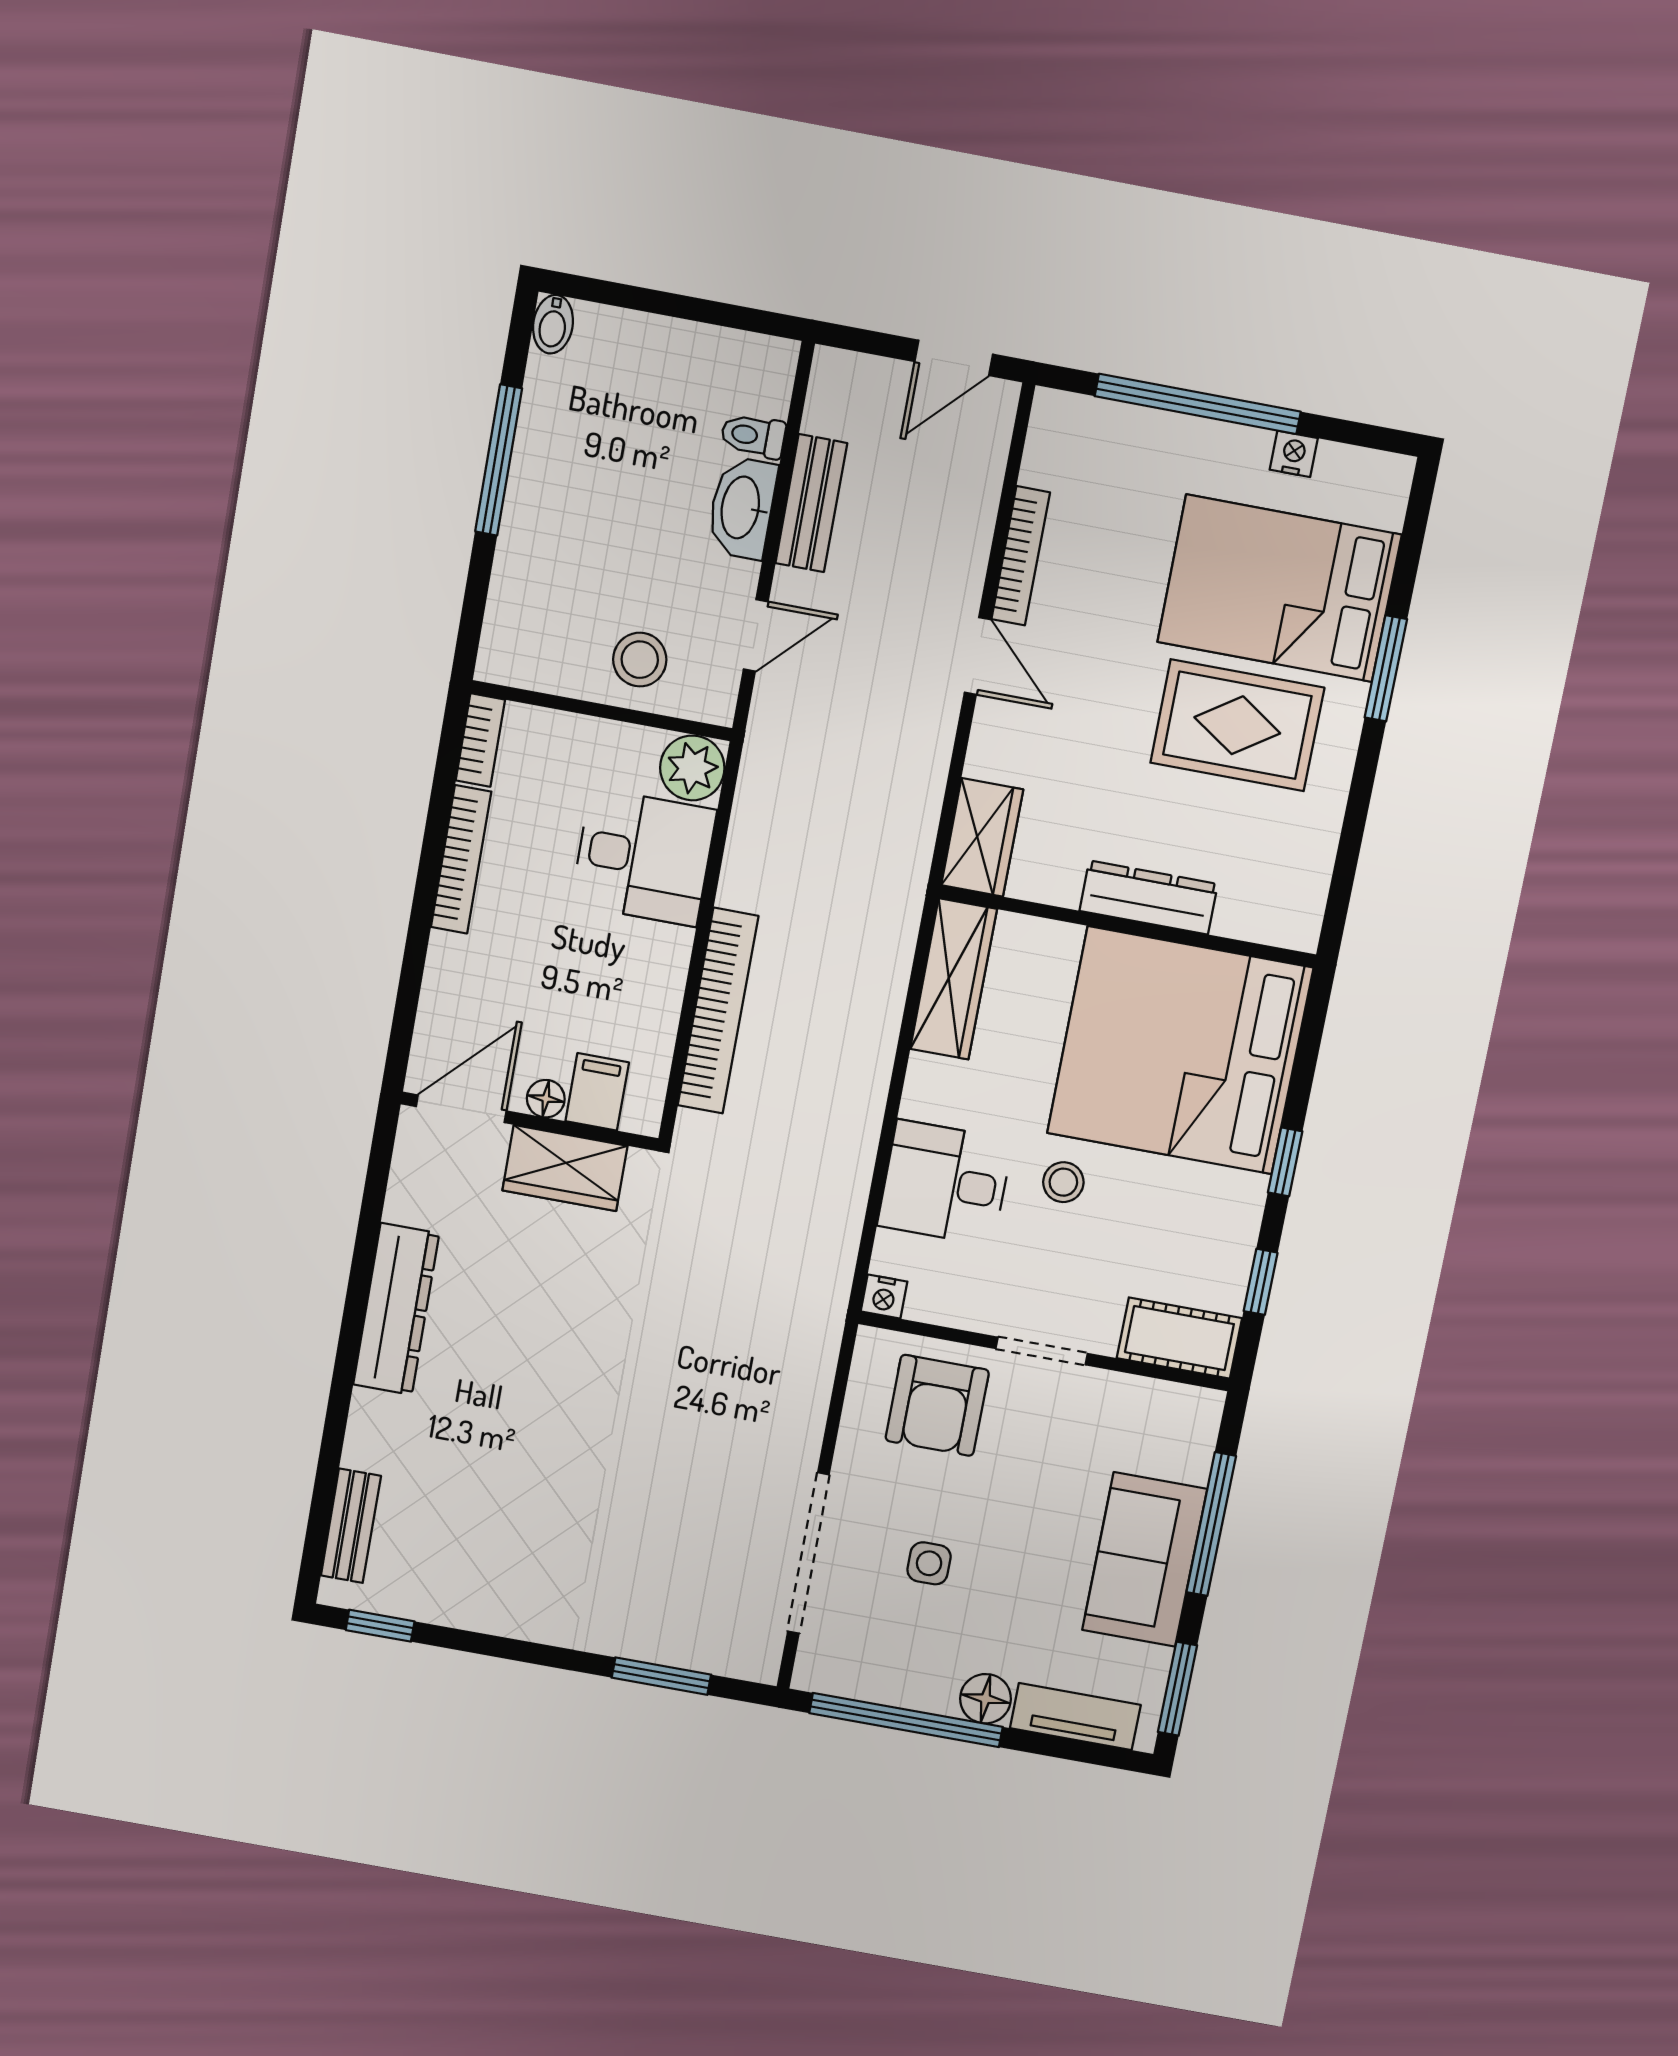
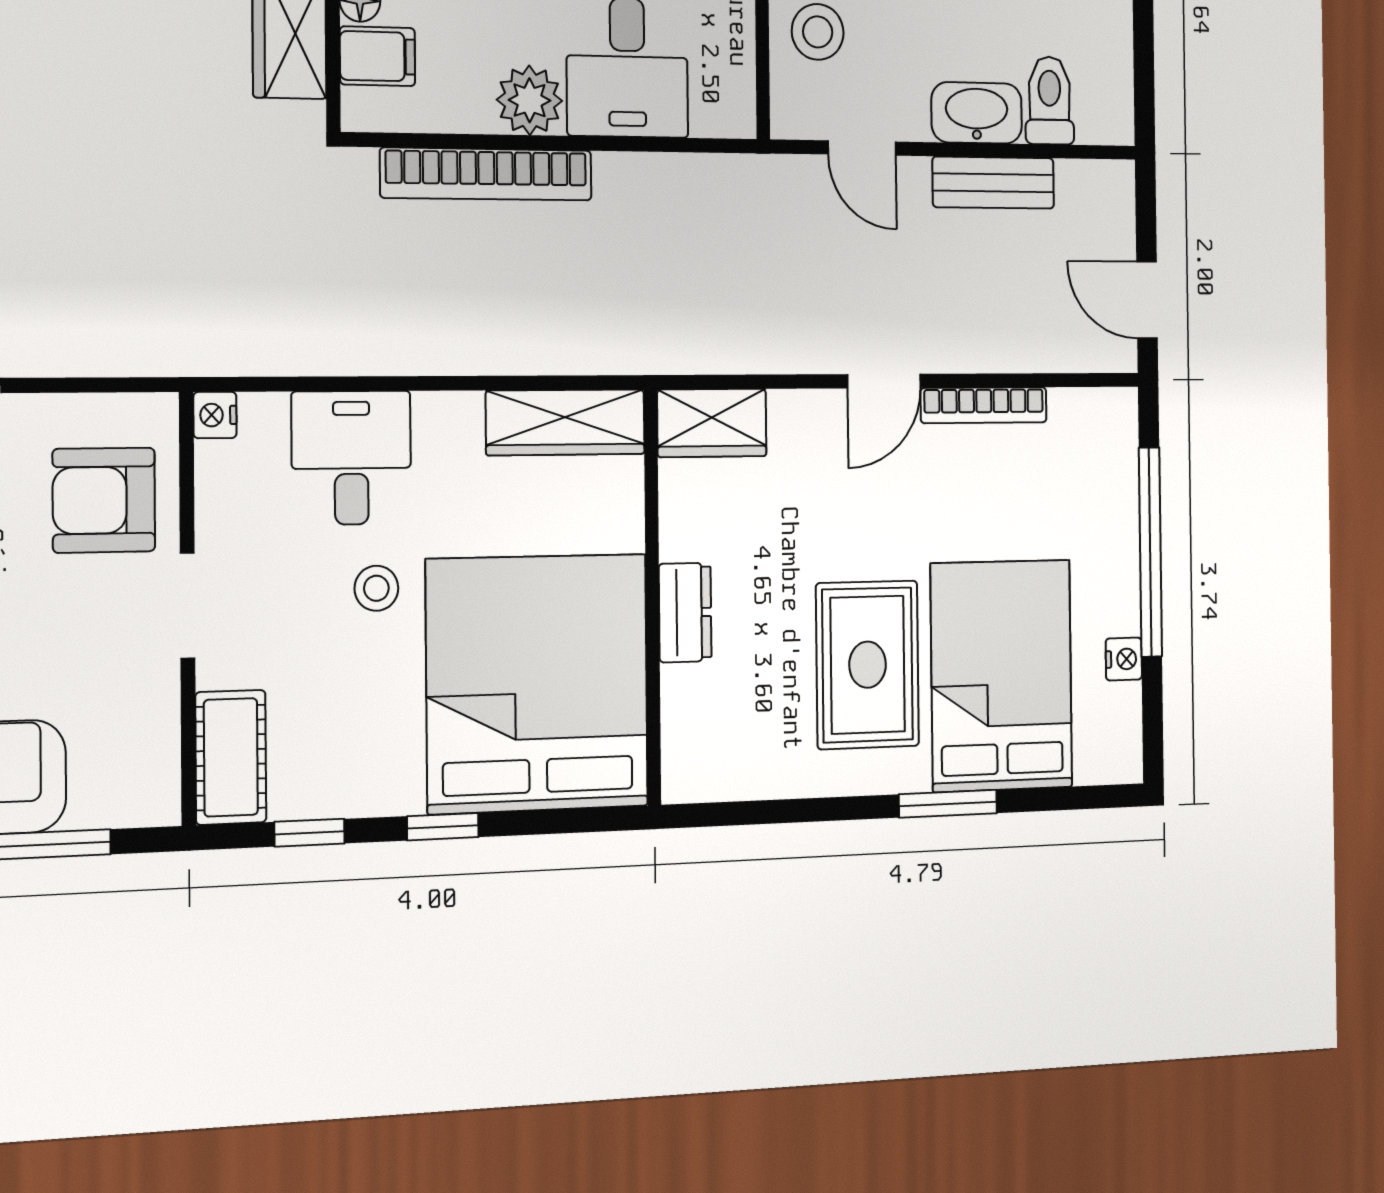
toilet: (753, 436) -> (1049, 100), width x1.37, depth x1.39
plant: (692, 768) -> (530, 100), moved
dresser: (1149, 897) -> (685, 612), width x0.70

